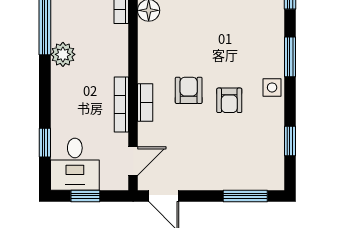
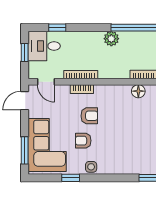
window: (290, 57) -> (110, 178), removed
window: (290, 141) -> (71, 178), moved
corner sofa: (236, 159) -> (47, 145), added

